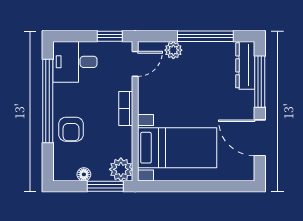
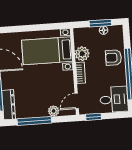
armchair: (71, 129) -> (113, 58), turned -90
plant: (121, 169) -> (82, 54), moved
window: (105, 186) -> (100, 23), moved

